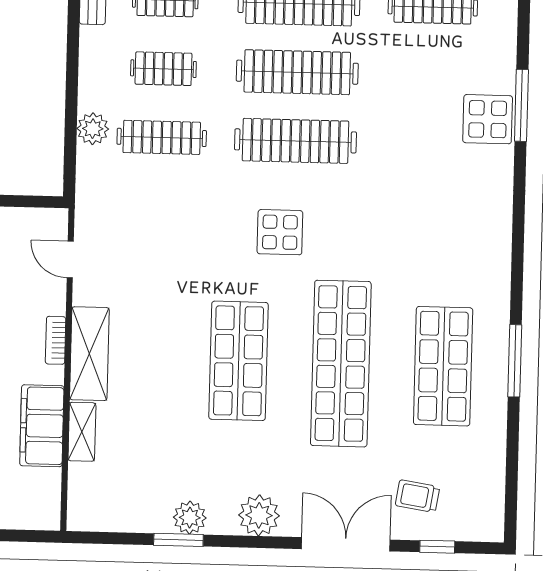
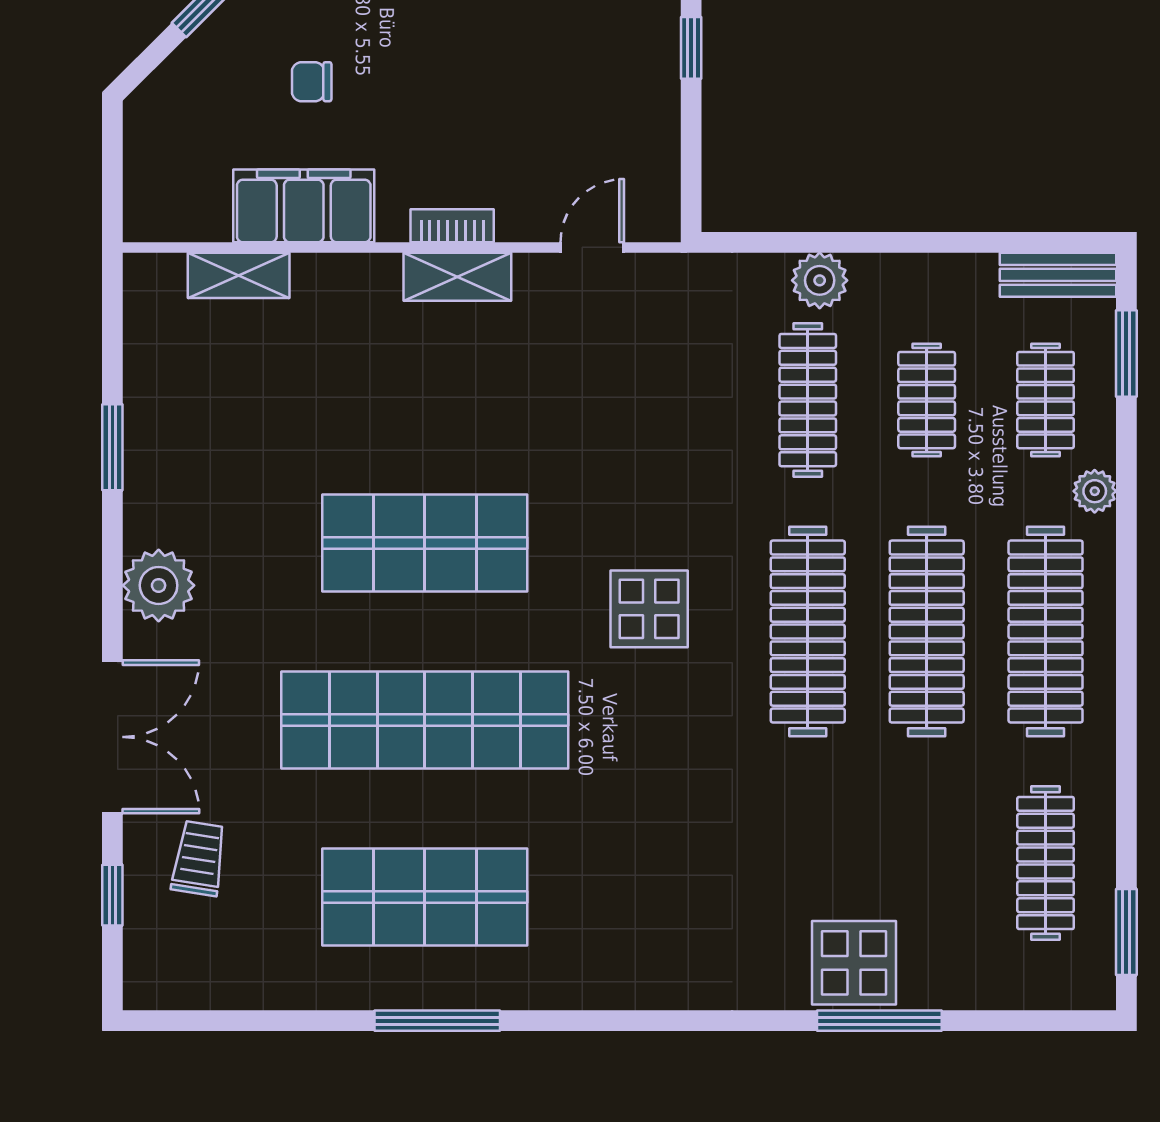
shelving: (89, 354) -> (457, 277), width x0.67, depth x0.75
shelving: (82, 432) -> (239, 275), moved
plant: (190, 518) -> (152, 466), removed

